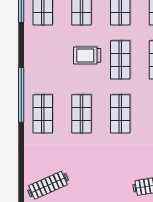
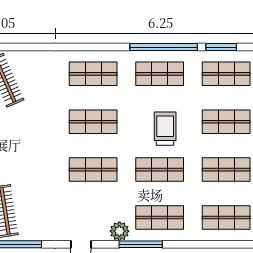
shop shelf: (43, 60) -> (160, 74), added
window: (21, 95) -> (164, 47), moved

